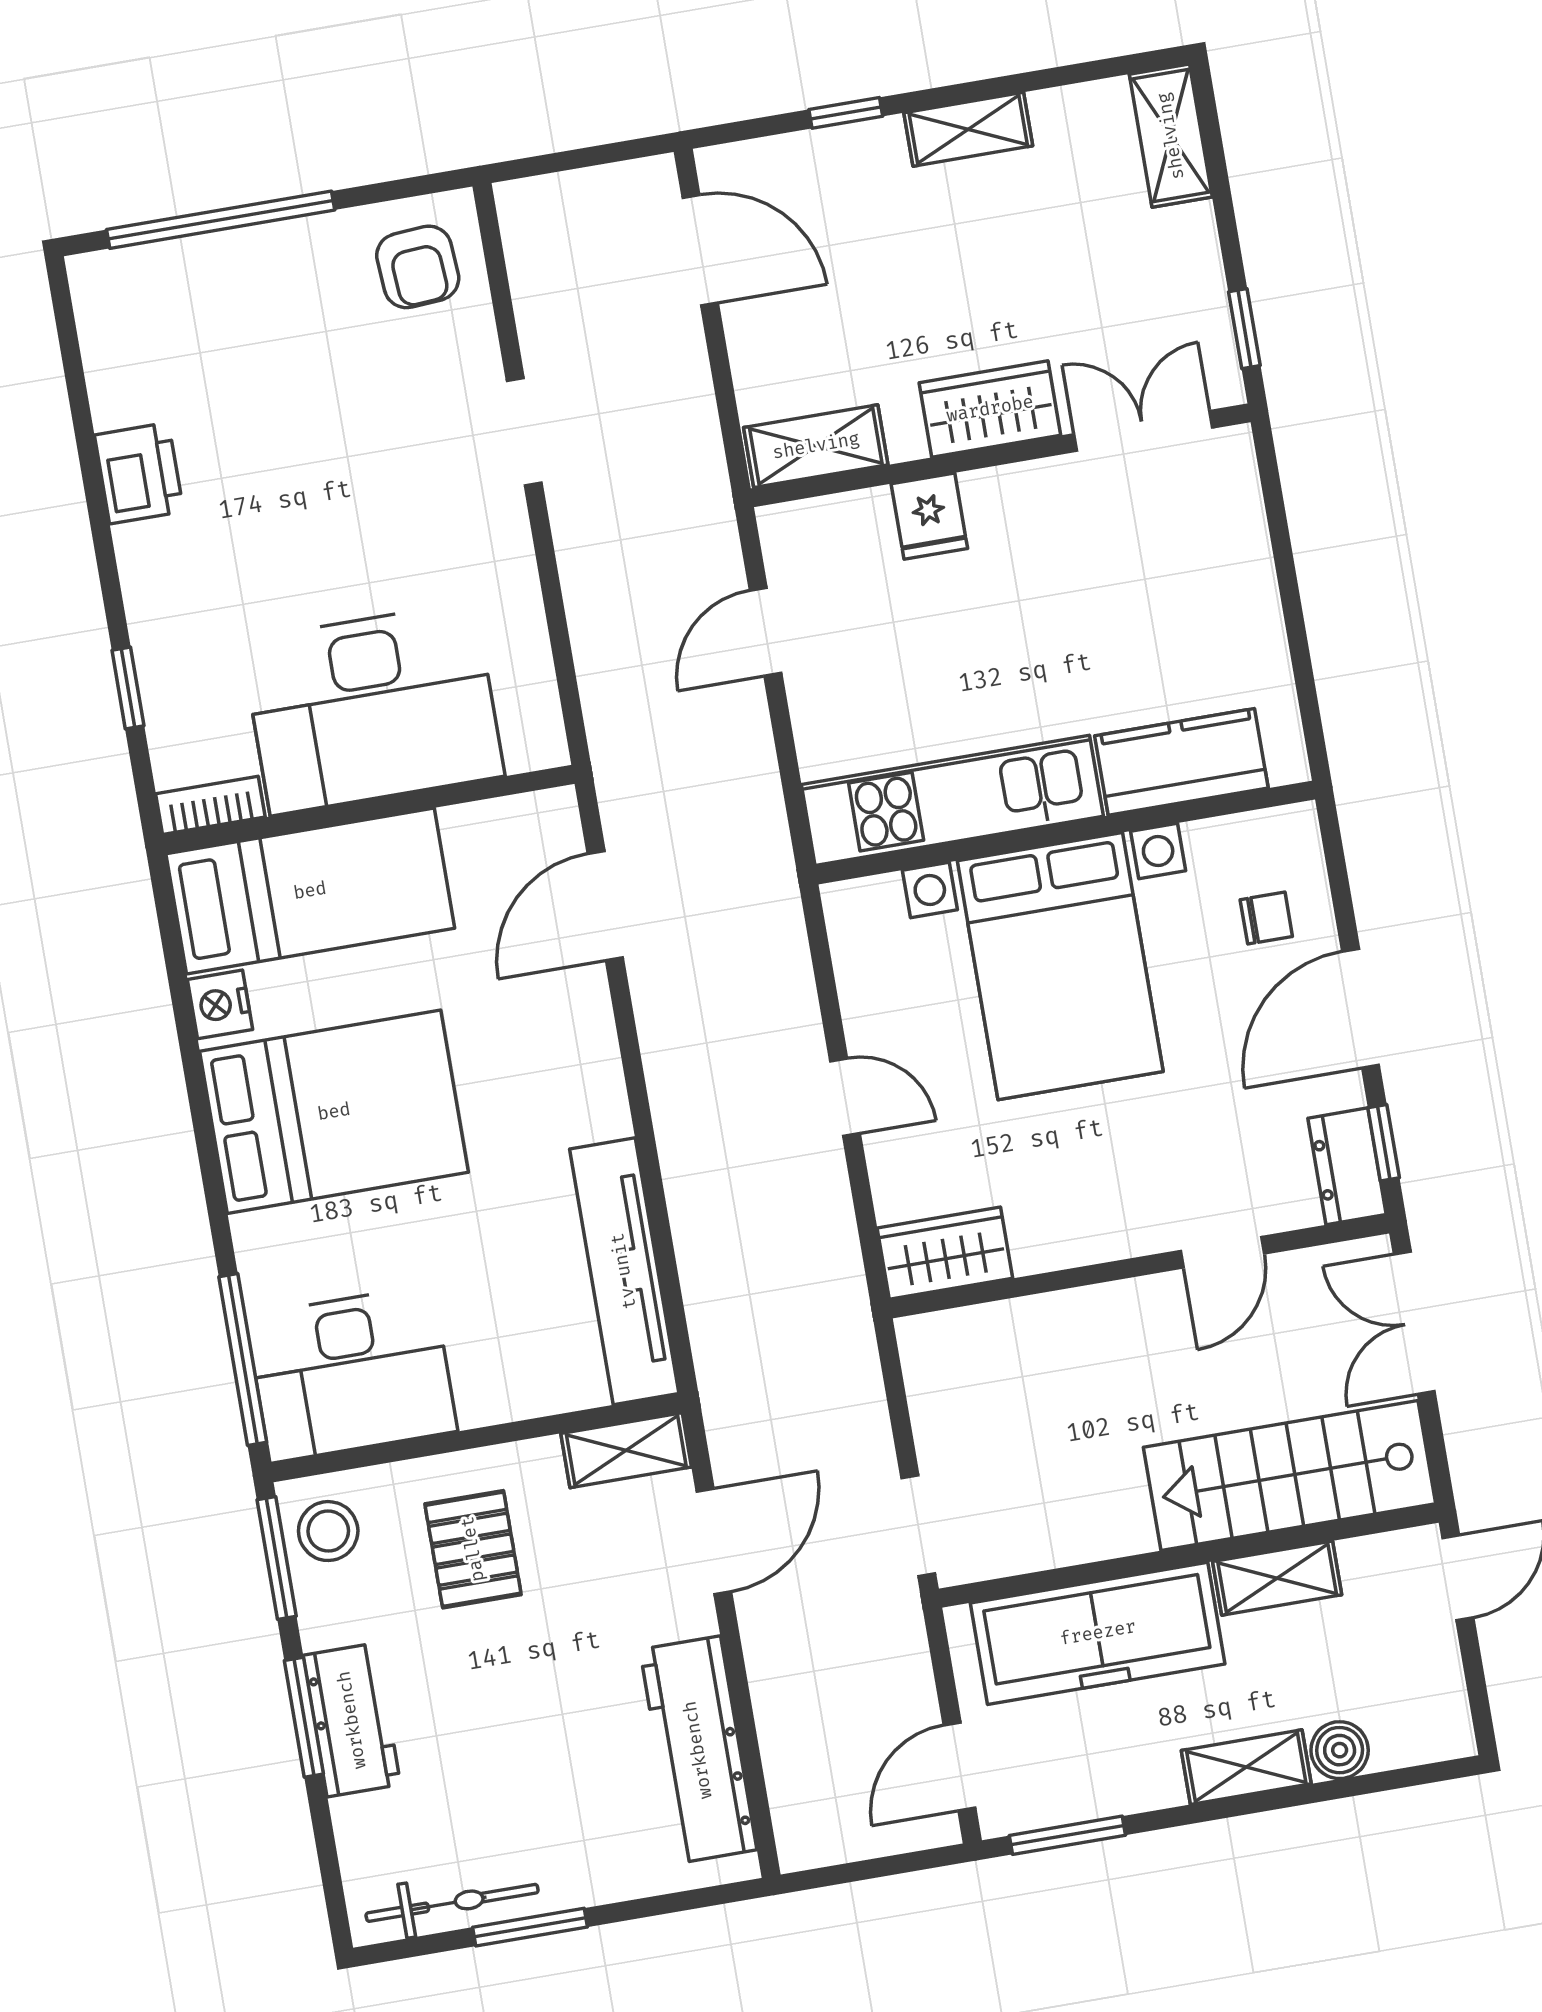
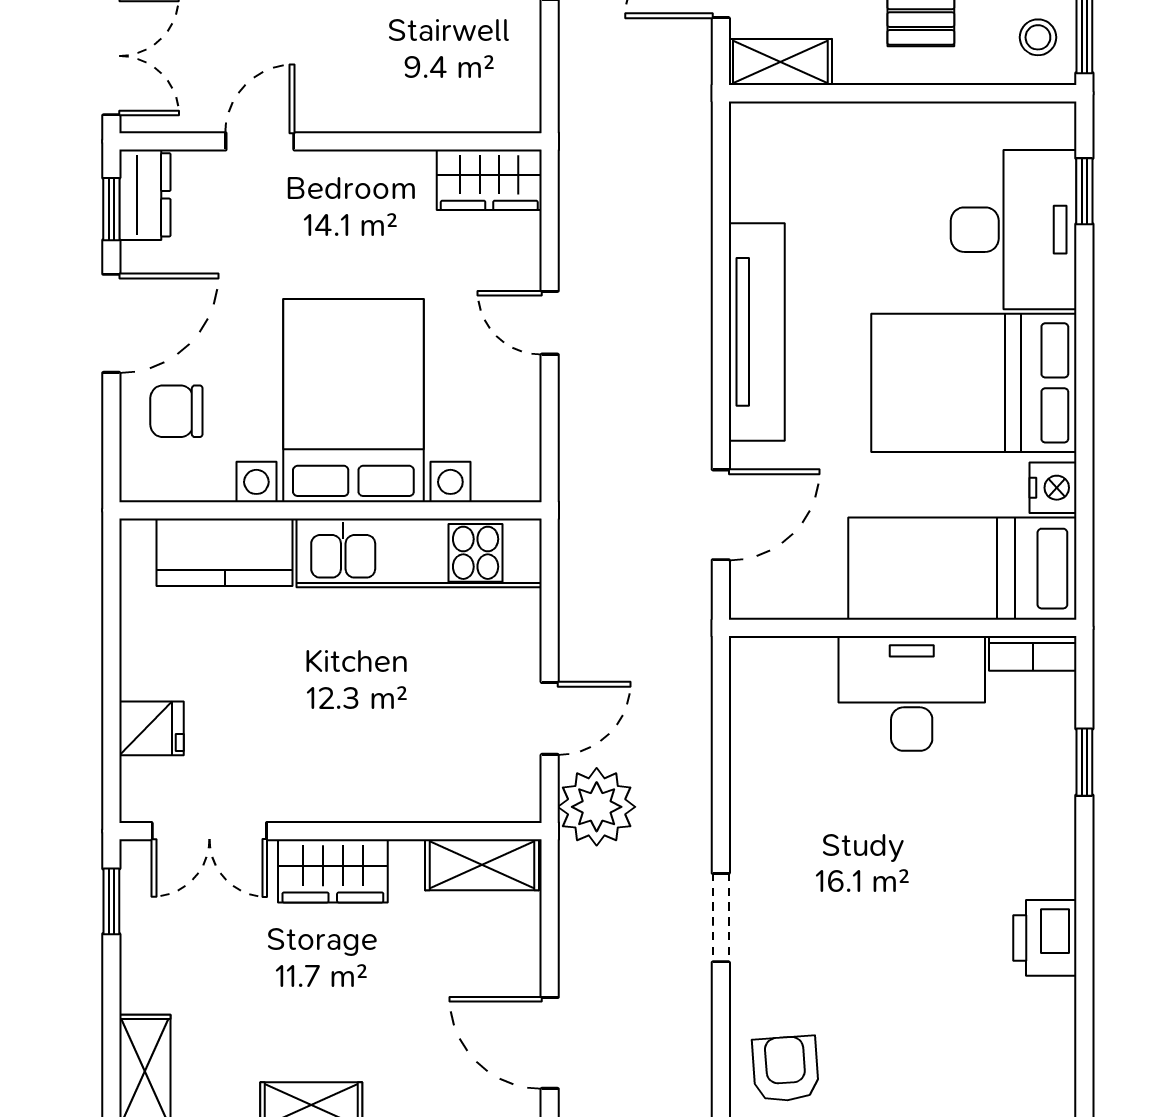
fridge: (929, 516) -> (151, 728), moved, turned 90
plant: (693, 537) -> (597, 807), added
desk: (373, 708) -> (912, 693), width x0.73, depth x0.77
chair: (1266, 918) -> (176, 411), width x1.37, depth x1.37
tv unit: (624, 1271) -> (757, 332), moved
window: (243, 1359) -> (1084, 191), width x0.46
desk: (351, 1374) -> (1014, 230), moved, turned 90
stool: (328, 1531) -> (1038, 37), width x0.73, depth x0.73

